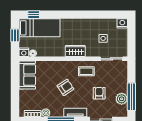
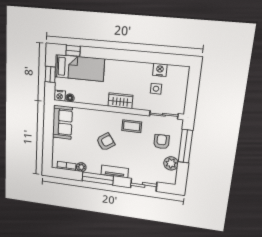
nightstand: (122, 23) -> (160, 70), moved
armchair: (99, 93) -> (162, 142), moved
window: (131, 97) -> (185, 146), moved

